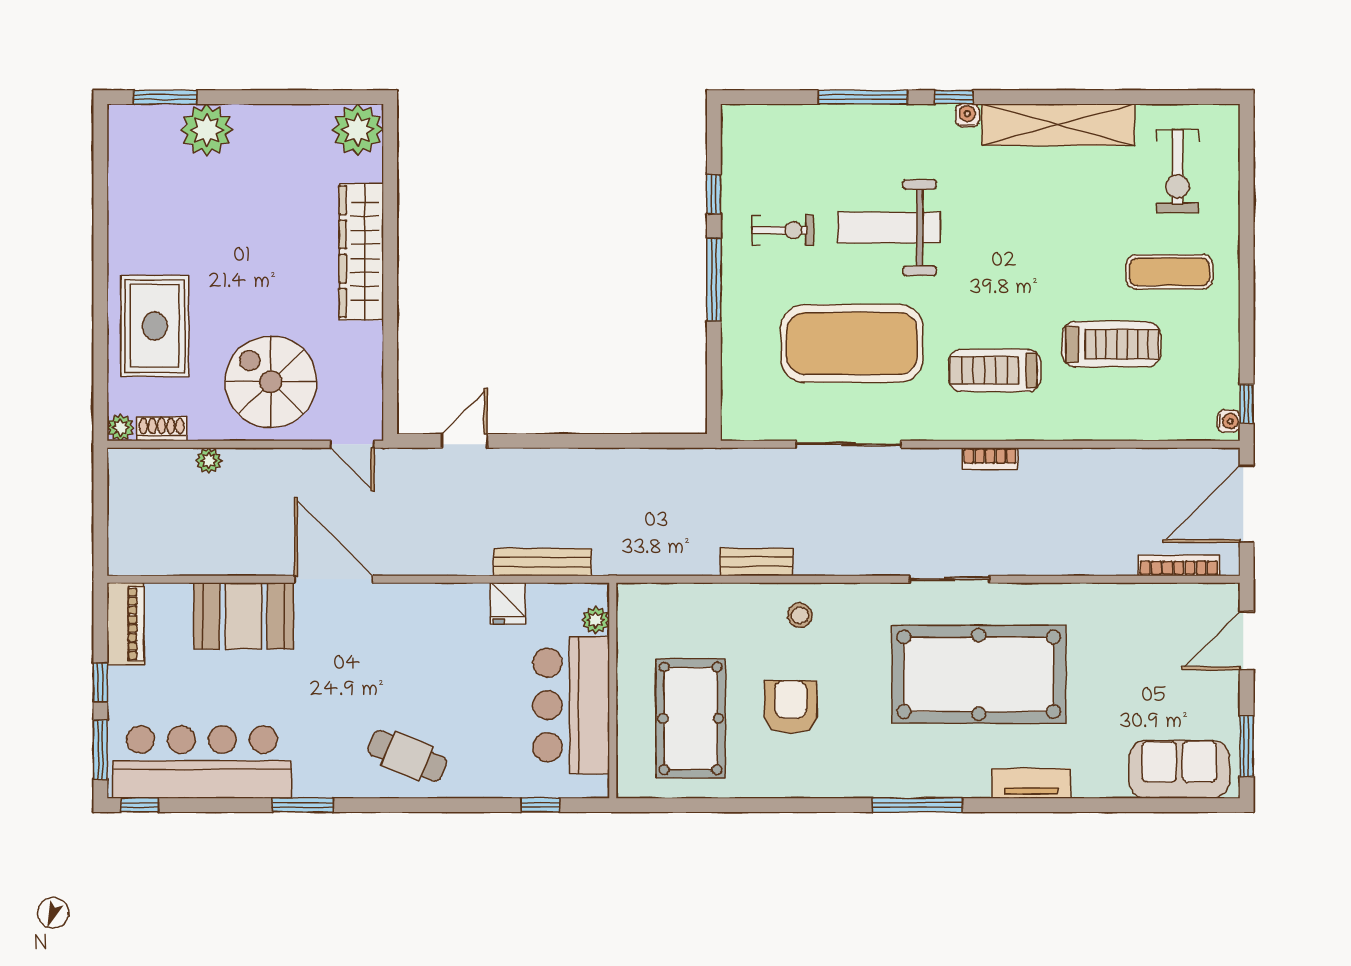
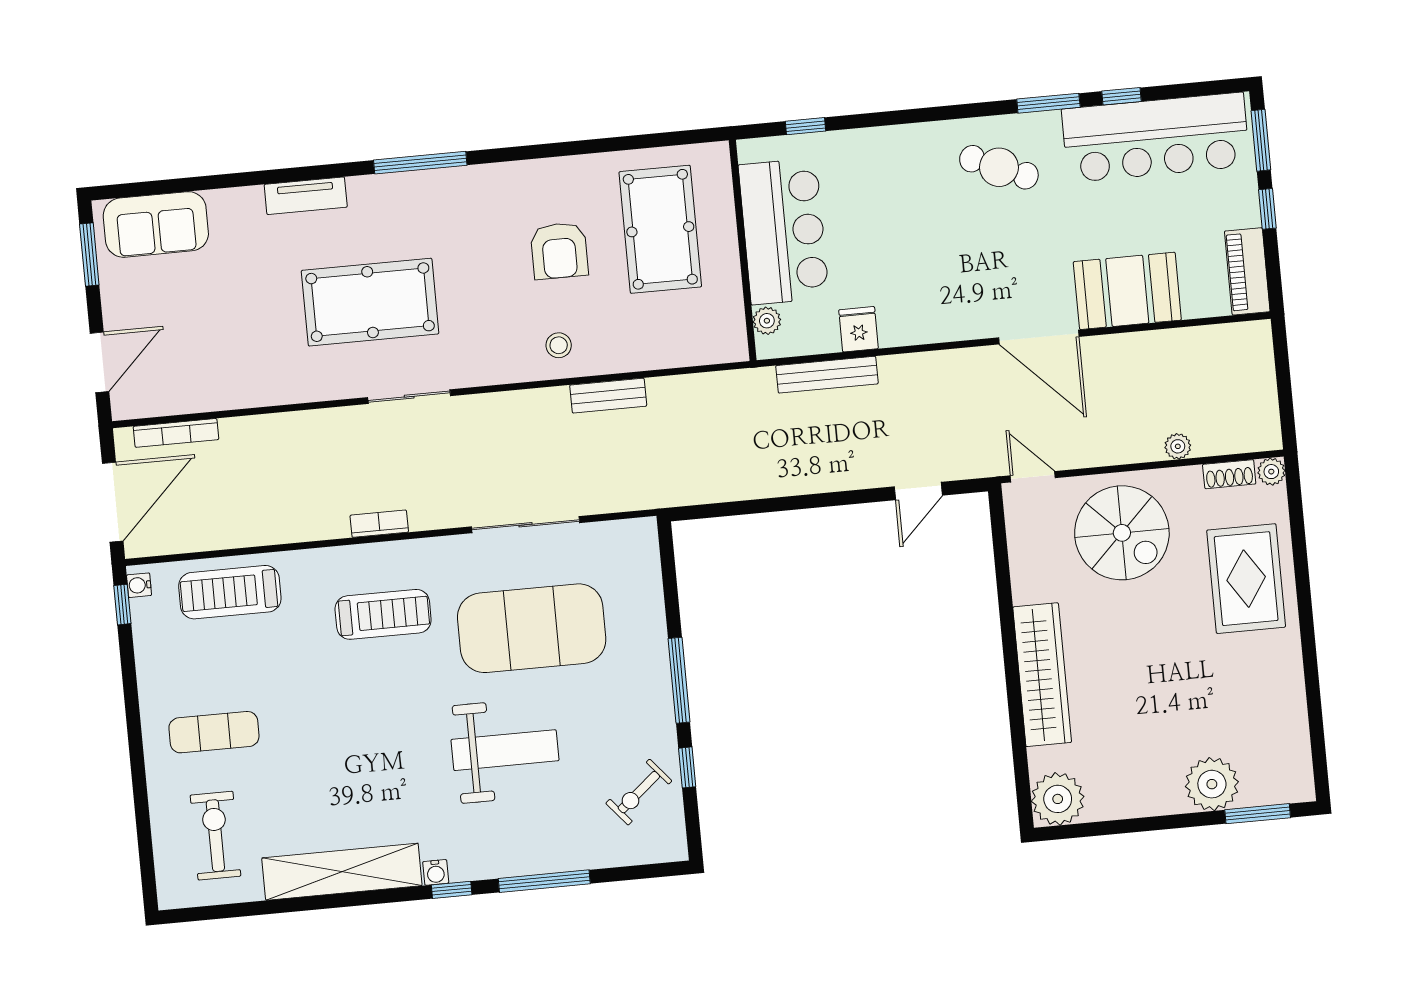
exercise bike: (783, 230) -> (639, 792), moved, turned -40
treadmill: (1111, 344) -> (230, 592), moved
pool table: (979, 674) -> (370, 302), width x0.73, depth x0.76
cafe table: (407, 756) -> (999, 167), moved
window: (140, 805) -> (1121, 96), moved

